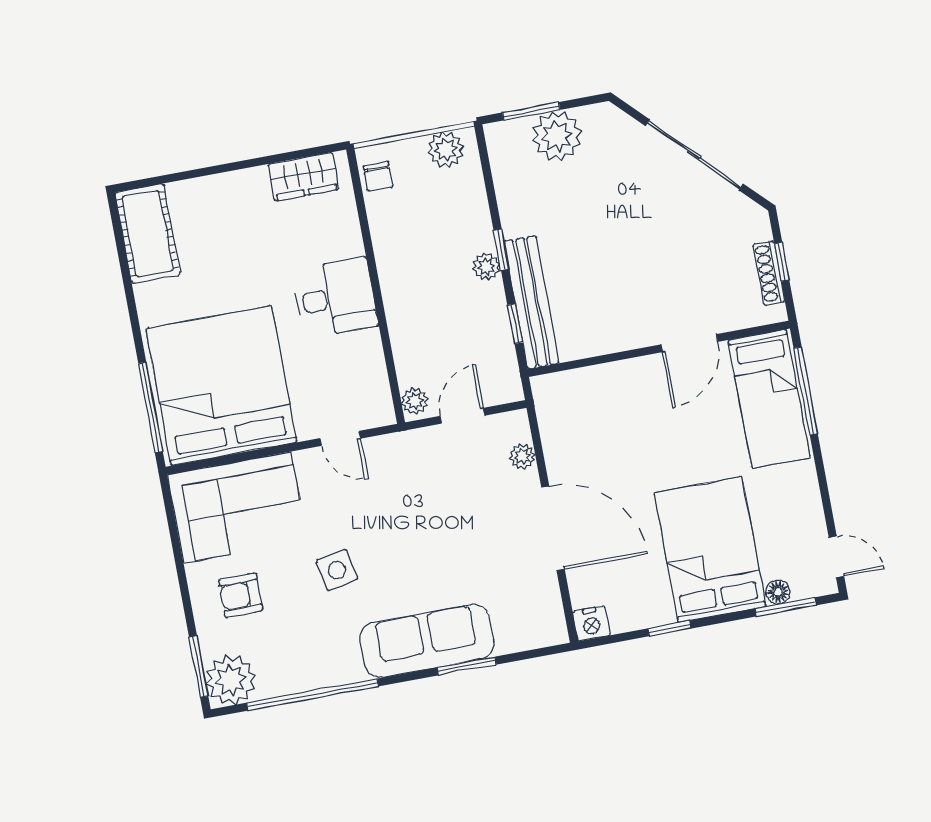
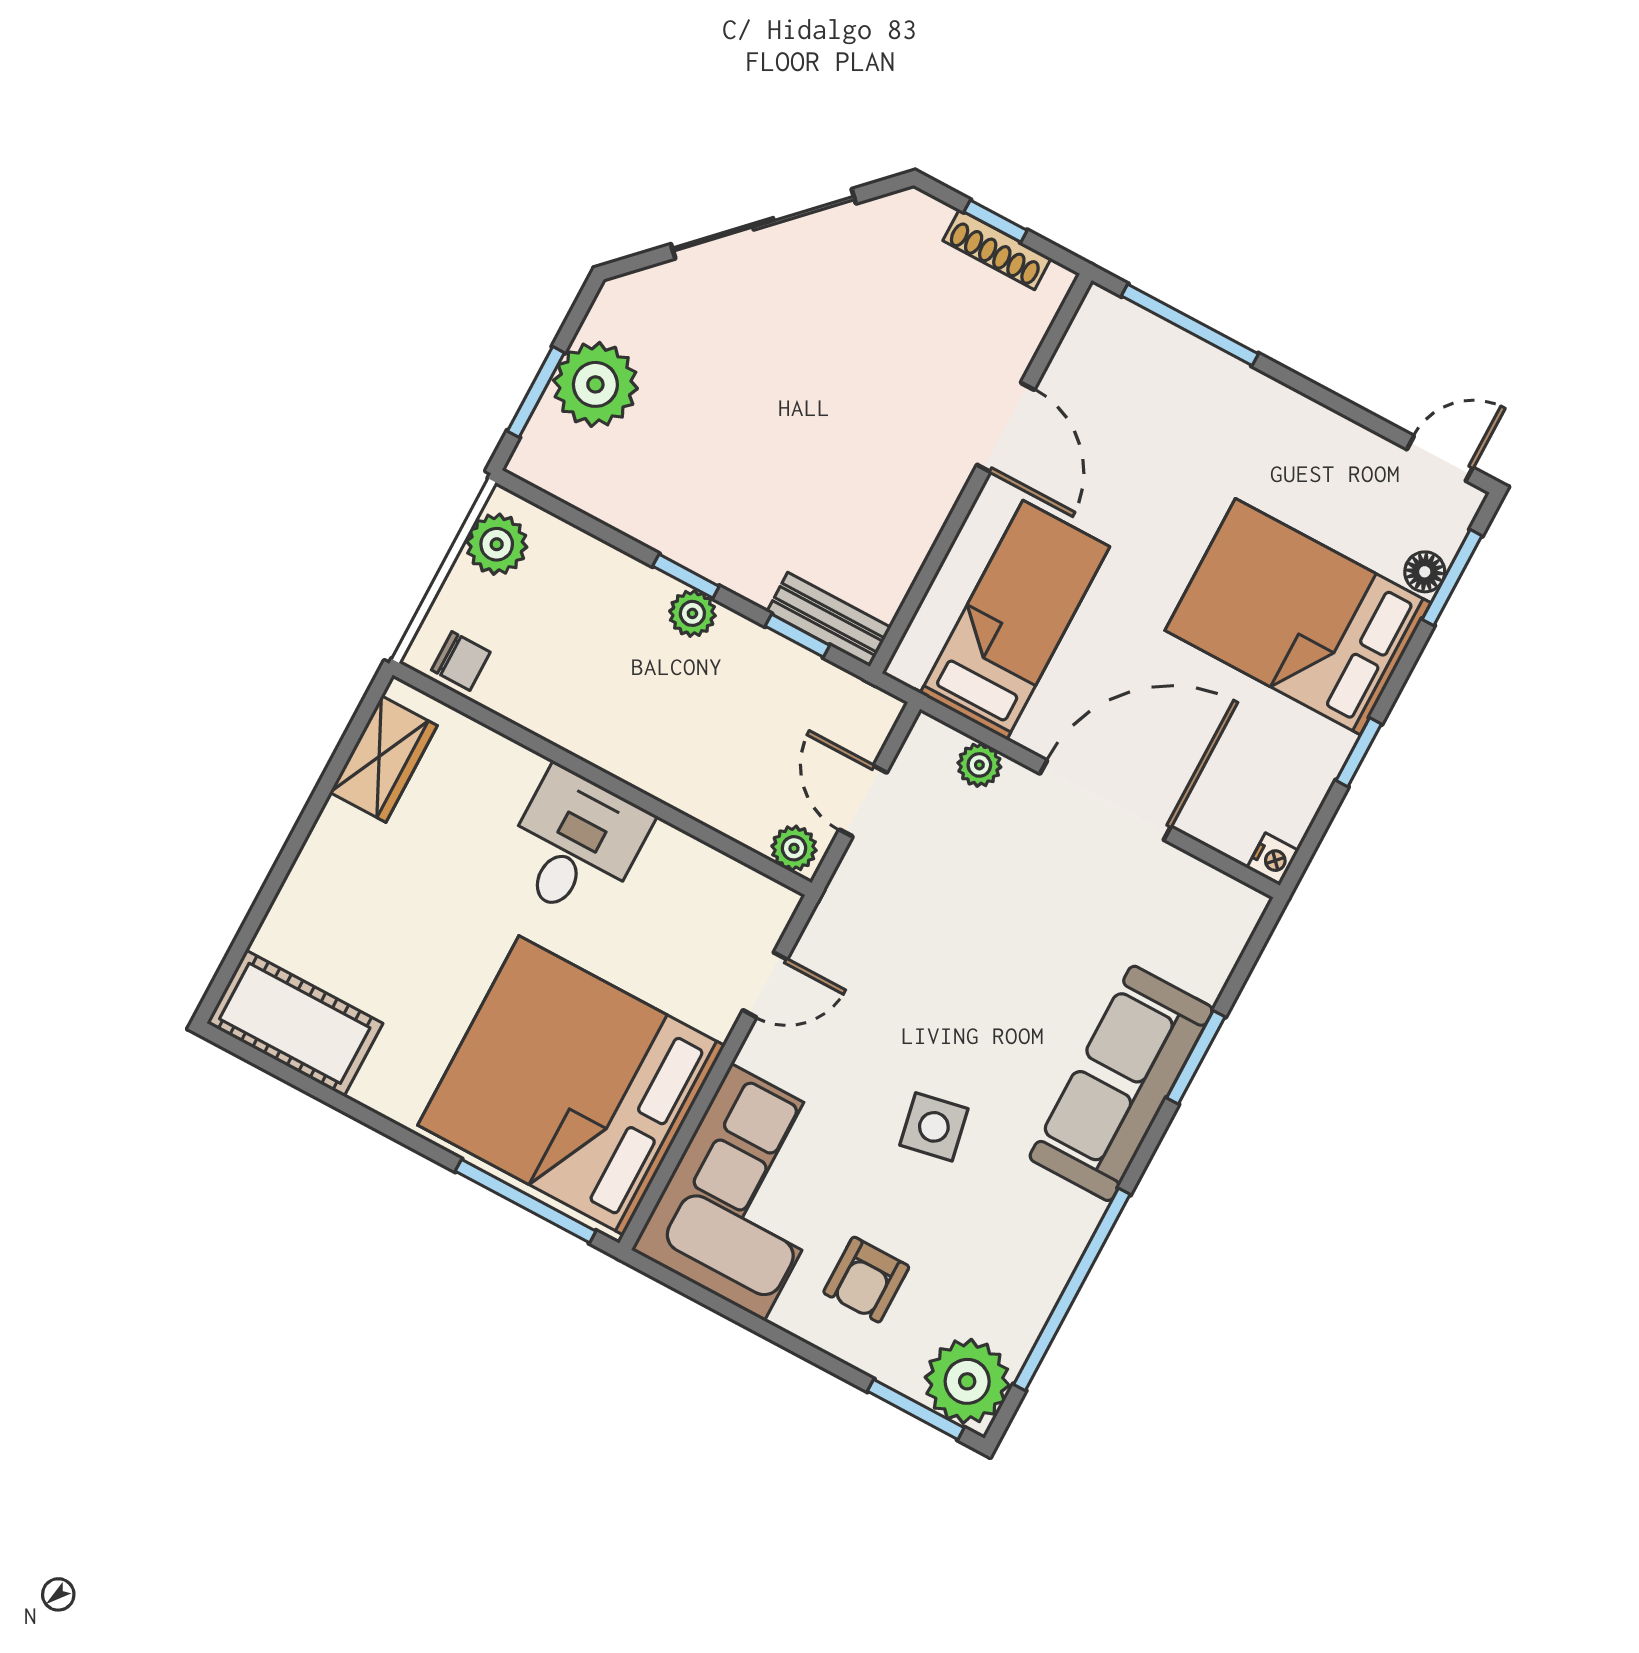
bench: (532, 302) -> (829, 619), width x0.54, depth x0.82
bed: (769, 399) -> (1015, 620), moved, turned -90
nightstand: (591, 623) -> (1273, 859), width x0.72, depth x0.74

